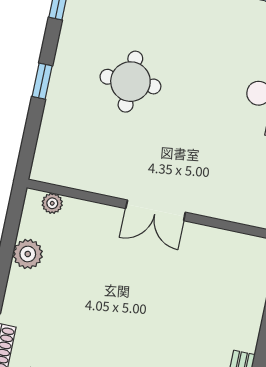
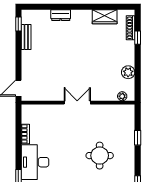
window: (42, 81) -> (138, 138), moved

